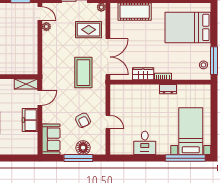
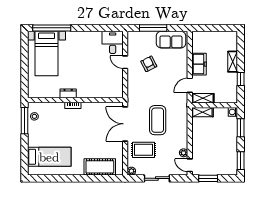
bed: (188, 27) -> (49, 157), width x0.67
shelving: (26, 69) -> (202, 112), added
coffee table: (83, 73) -> (158, 120), moved
wardrobe: (143, 74) -> (92, 108), removed
sofa: (51, 139) -> (171, 40), moved, turned -90
desk: (145, 143) -> (113, 42), moved
floor lamp: (83, 148) -> (149, 38), removed

